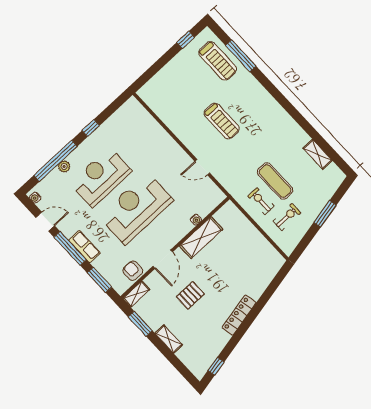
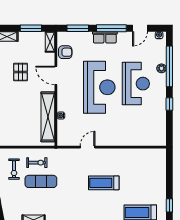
shelving: (201, 238) -> (48, 117), width x1.47

